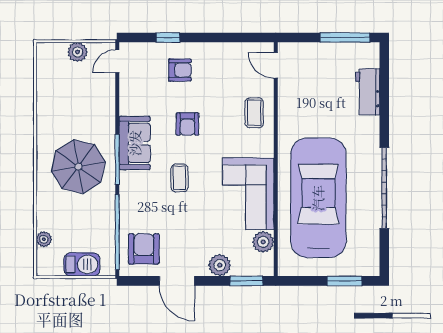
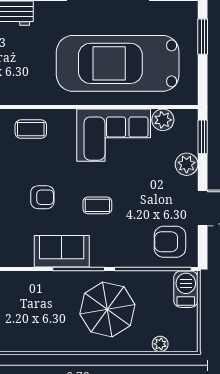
parasol: (78, 167) -> (107, 309), moved
barbecue: (82, 264) -> (186, 289), moved

